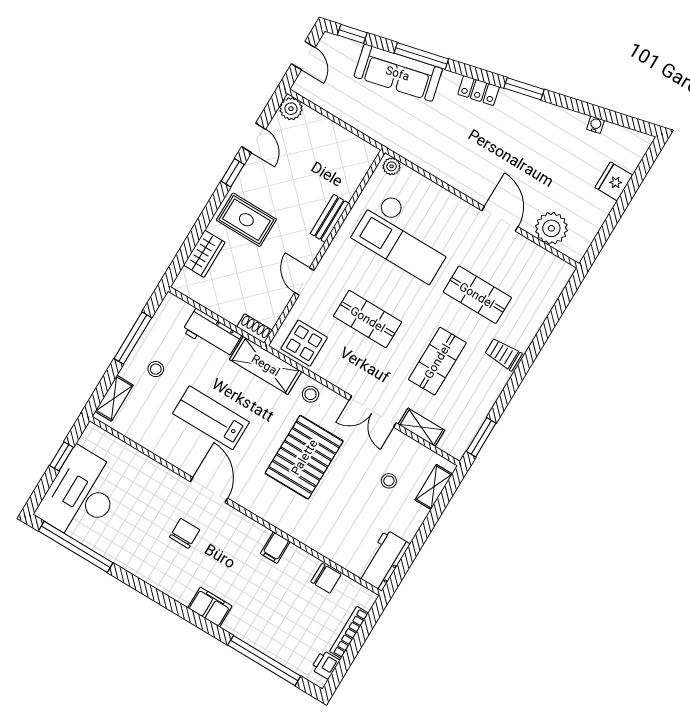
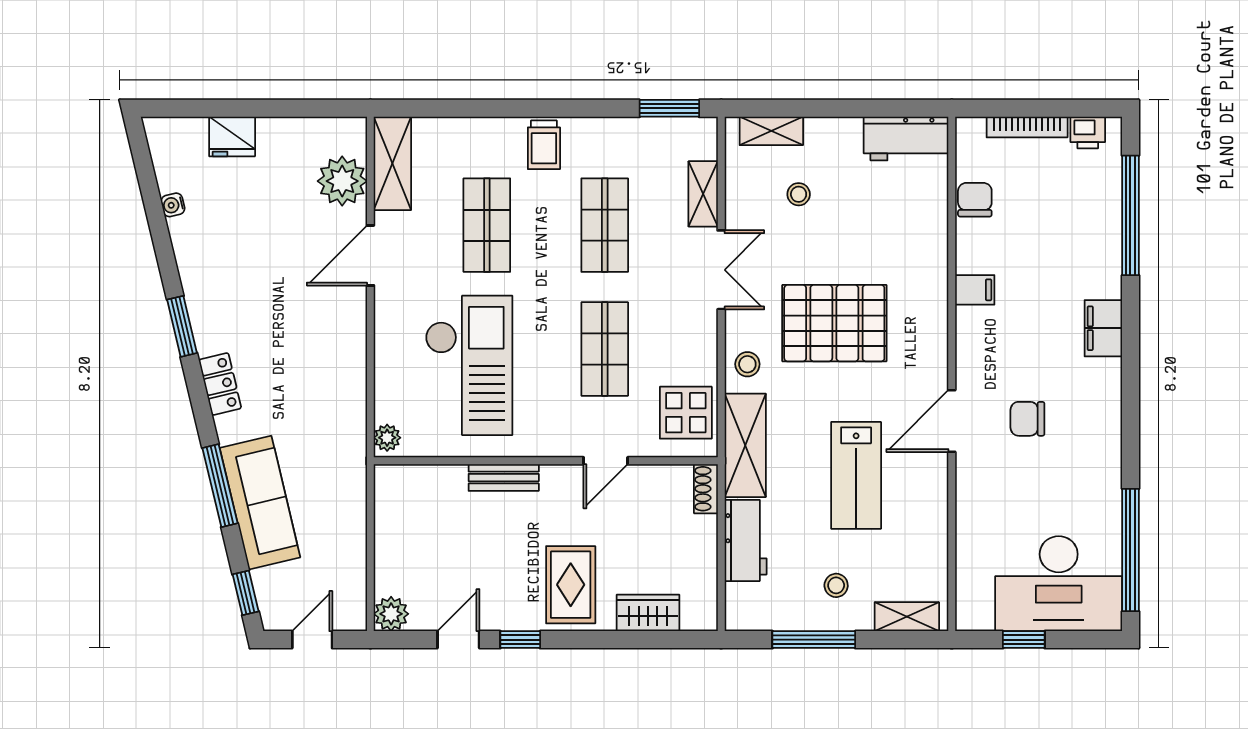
shelving: (544, 263) -> (392, 163), added
shop shelf: (437, 361) -> (605, 225), turned 90

